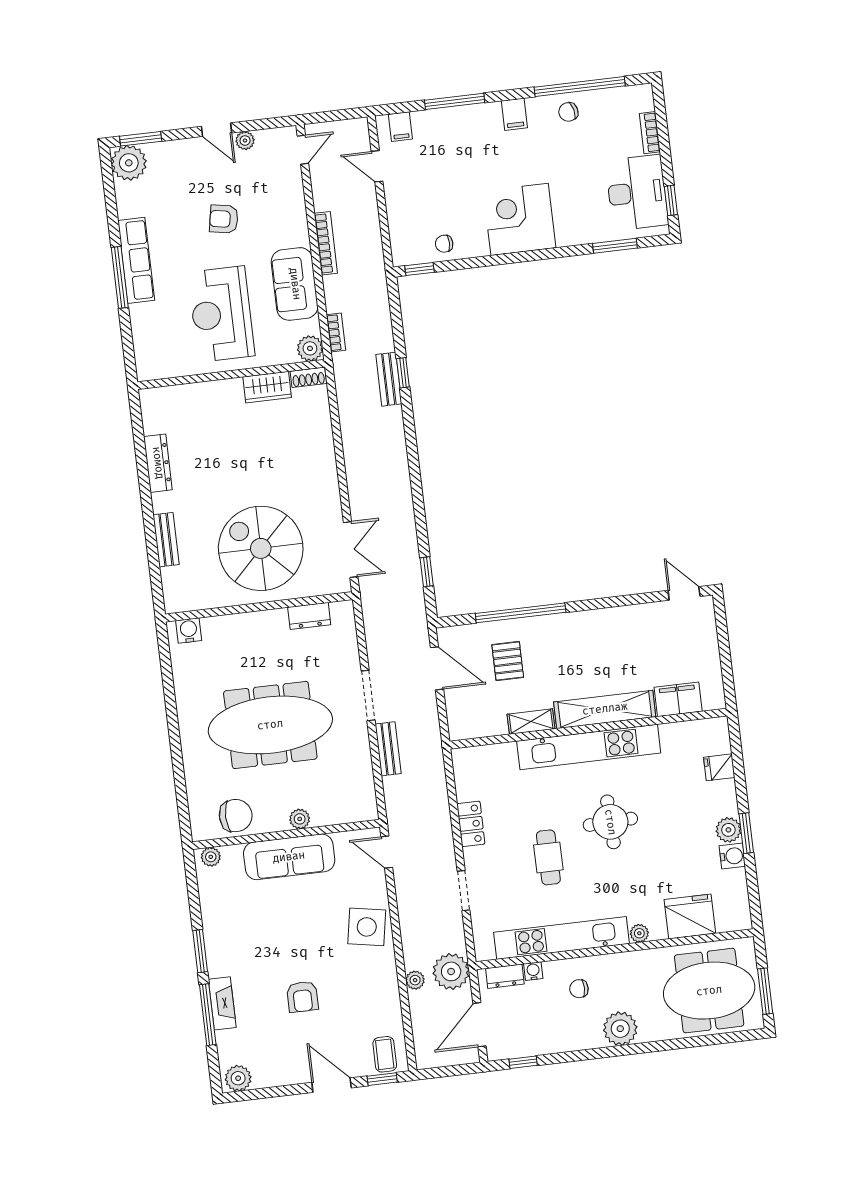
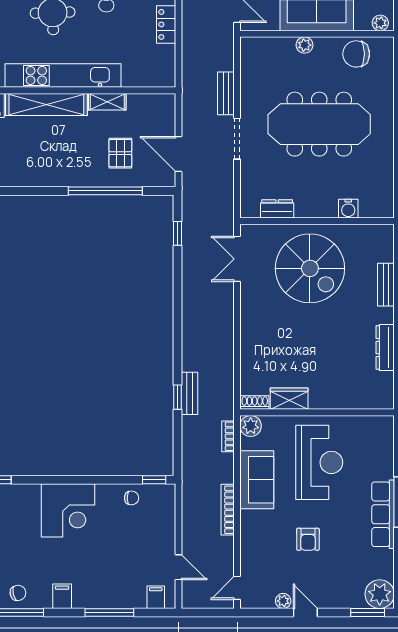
armchair: (224, 219) -> (308, 539), turned 80
water cooler: (189, 631) -> (348, 209), moved

